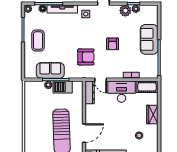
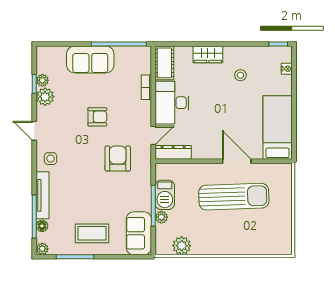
sofa: (50, 70) -> (139, 233), moved
plant: (30, 98) -> (182, 246), added

